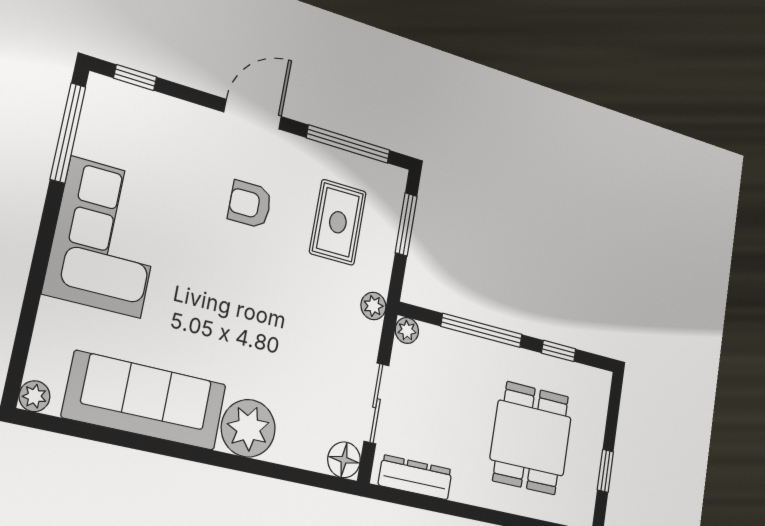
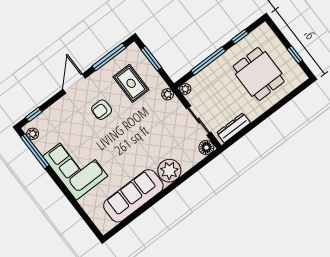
plant: (34, 396) -> (33, 134), moved

